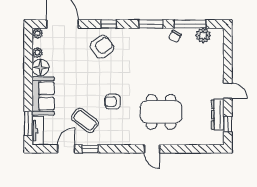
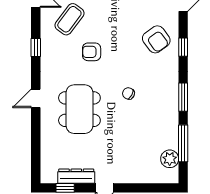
chair: (175, 36) -> (128, 93), moved
armchair: (113, 102) -> (92, 52), turned -90
window: (90, 149) -> (36, 47), moved

